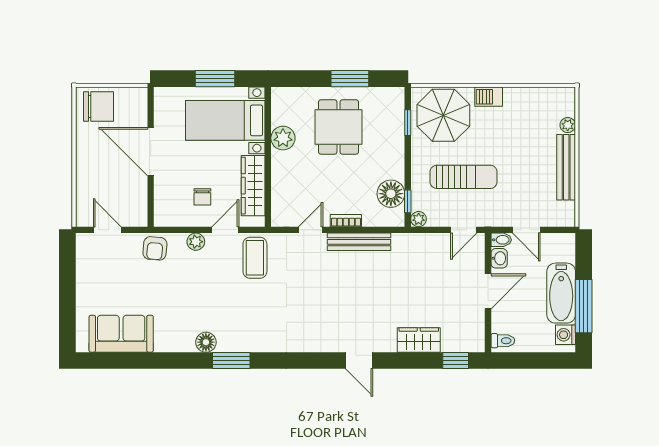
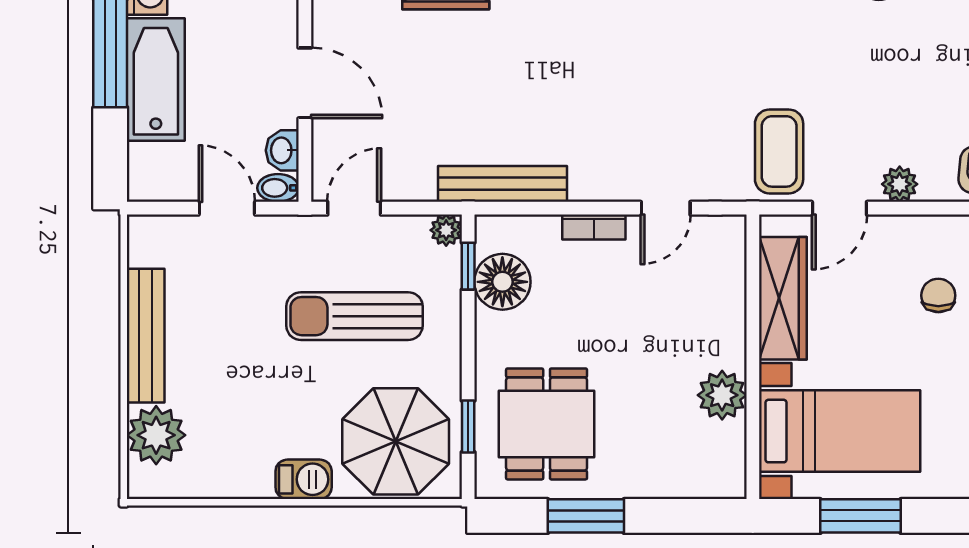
plant: (568, 125) -> (156, 435), width x1.87, depth x1.87
dining table: (338, 127) -> (547, 424), moved
chair: (202, 197) -> (938, 295), moved
bench: (359, 242) -> (502, 184), moved
door: (488, 291) -> (305, 83), swing flipped

